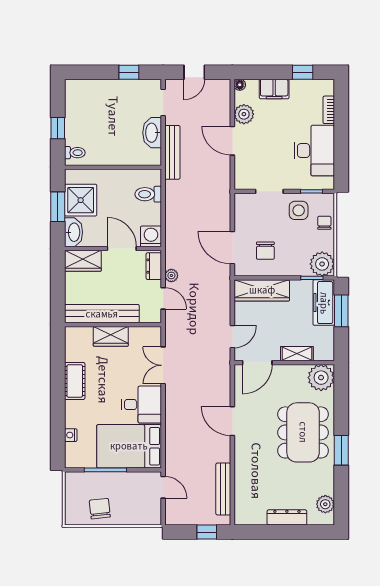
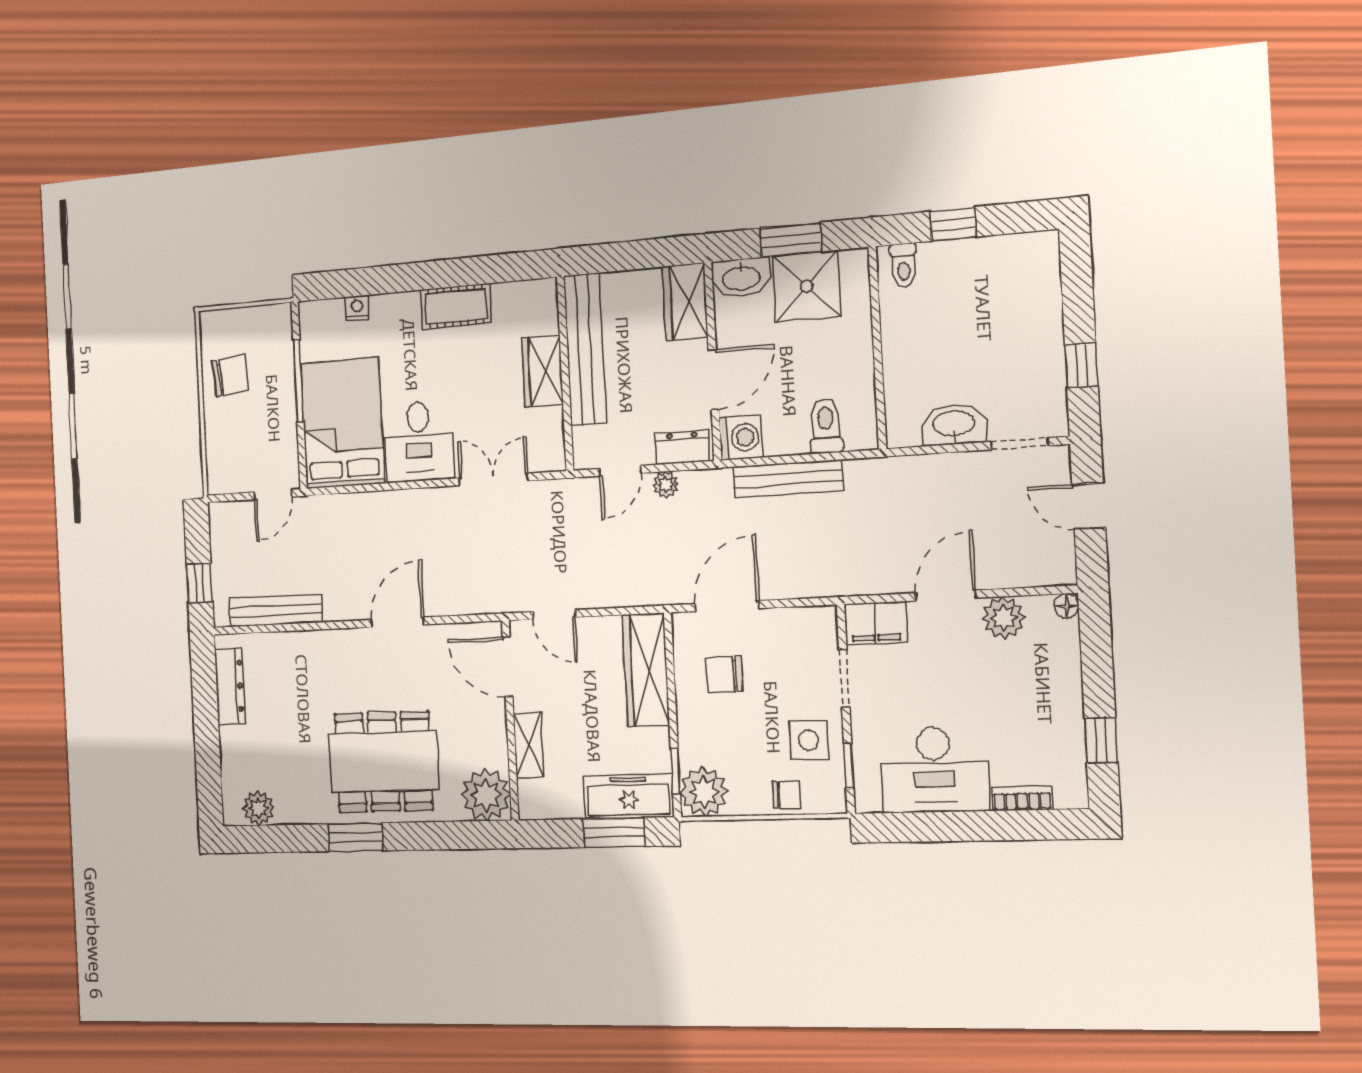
filing cabinet: (274, 89) -> (876, 623), moved, turned -90
bench: (172, 152) -> (788, 479), moved
dresser: (287, 517) -> (230, 686), moved

